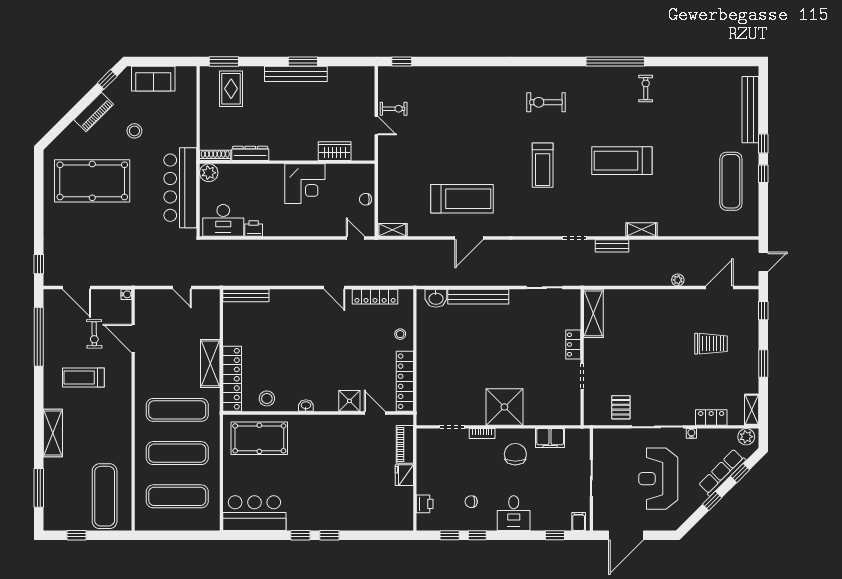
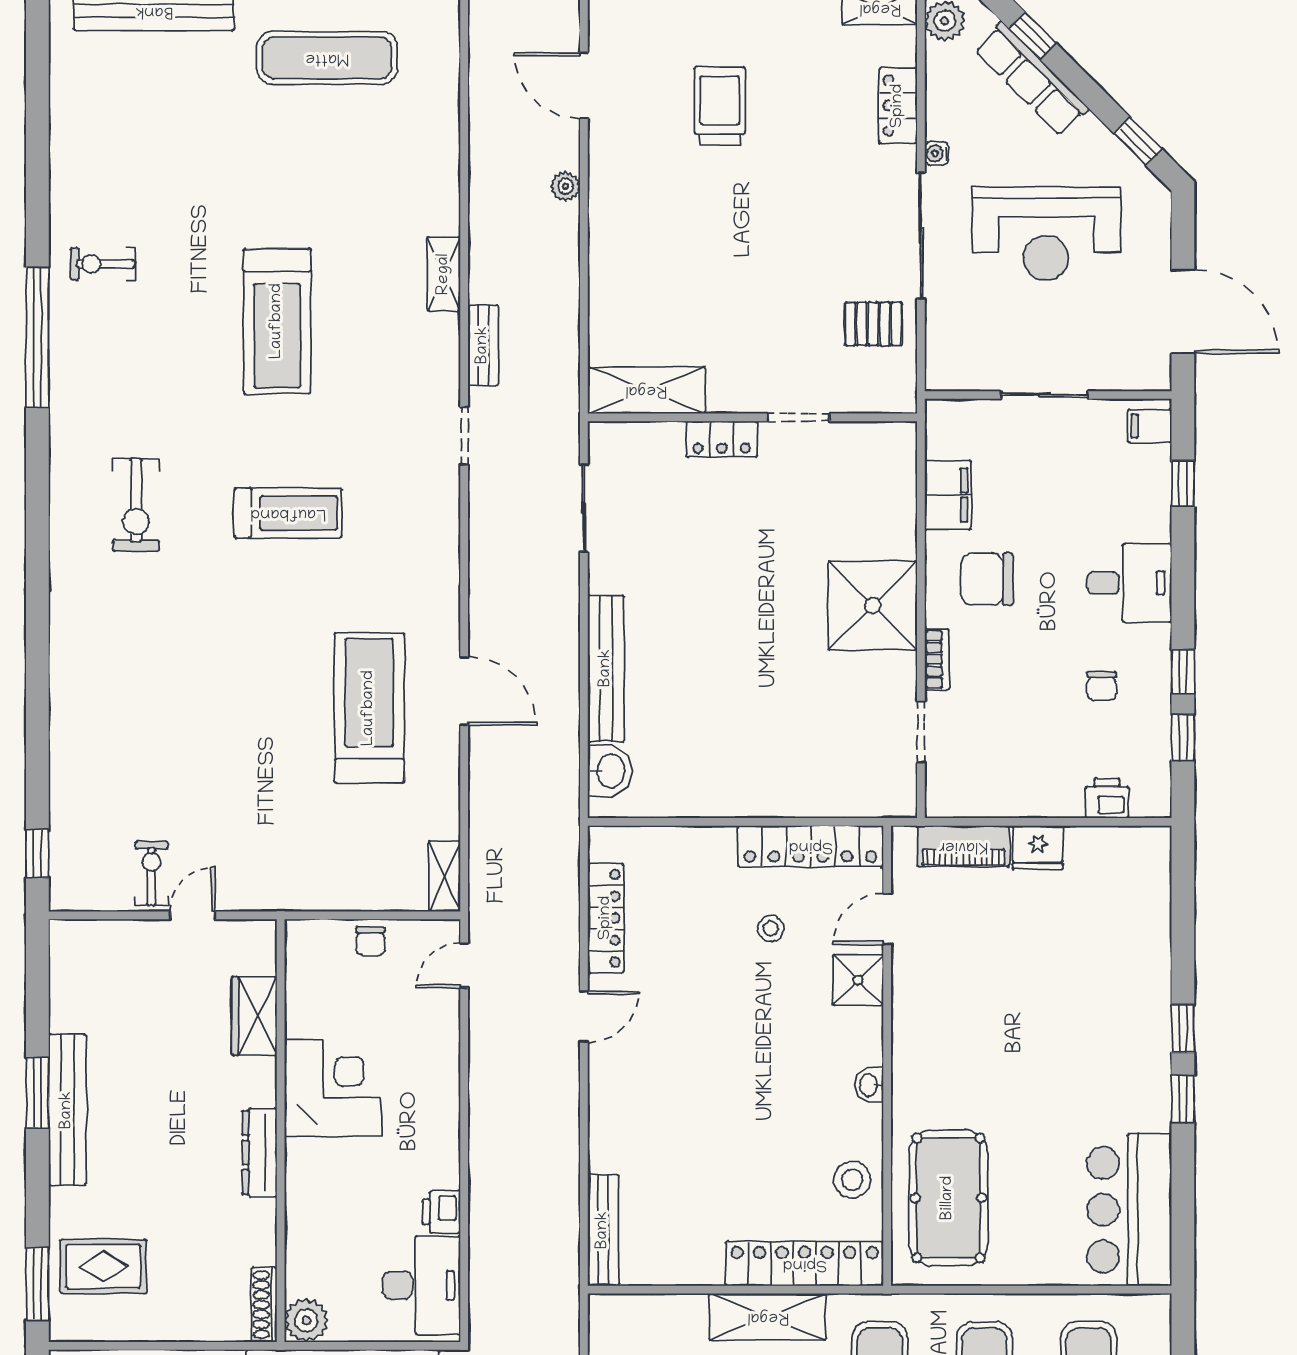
dresser: (250, 153) -> (260, 1153), moved
stool: (400, 334) -> (771, 928), moved
window: (712, 501) -> (1138, 141), moved

